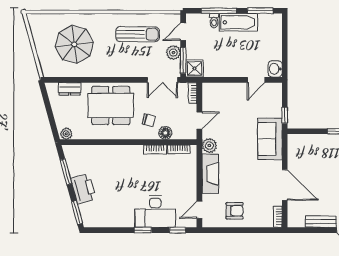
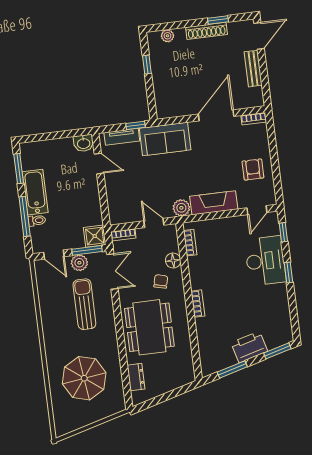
sun lounger: (138, 34) -> (84, 304), moved
tv unit: (276, 102) -> (122, 137), added
plant: (66, 134) -> (188, 375), removed
bookcase: (155, 149) -> (198, 304), moved
door: (199, 210) -> (257, 210), hinge flipped

